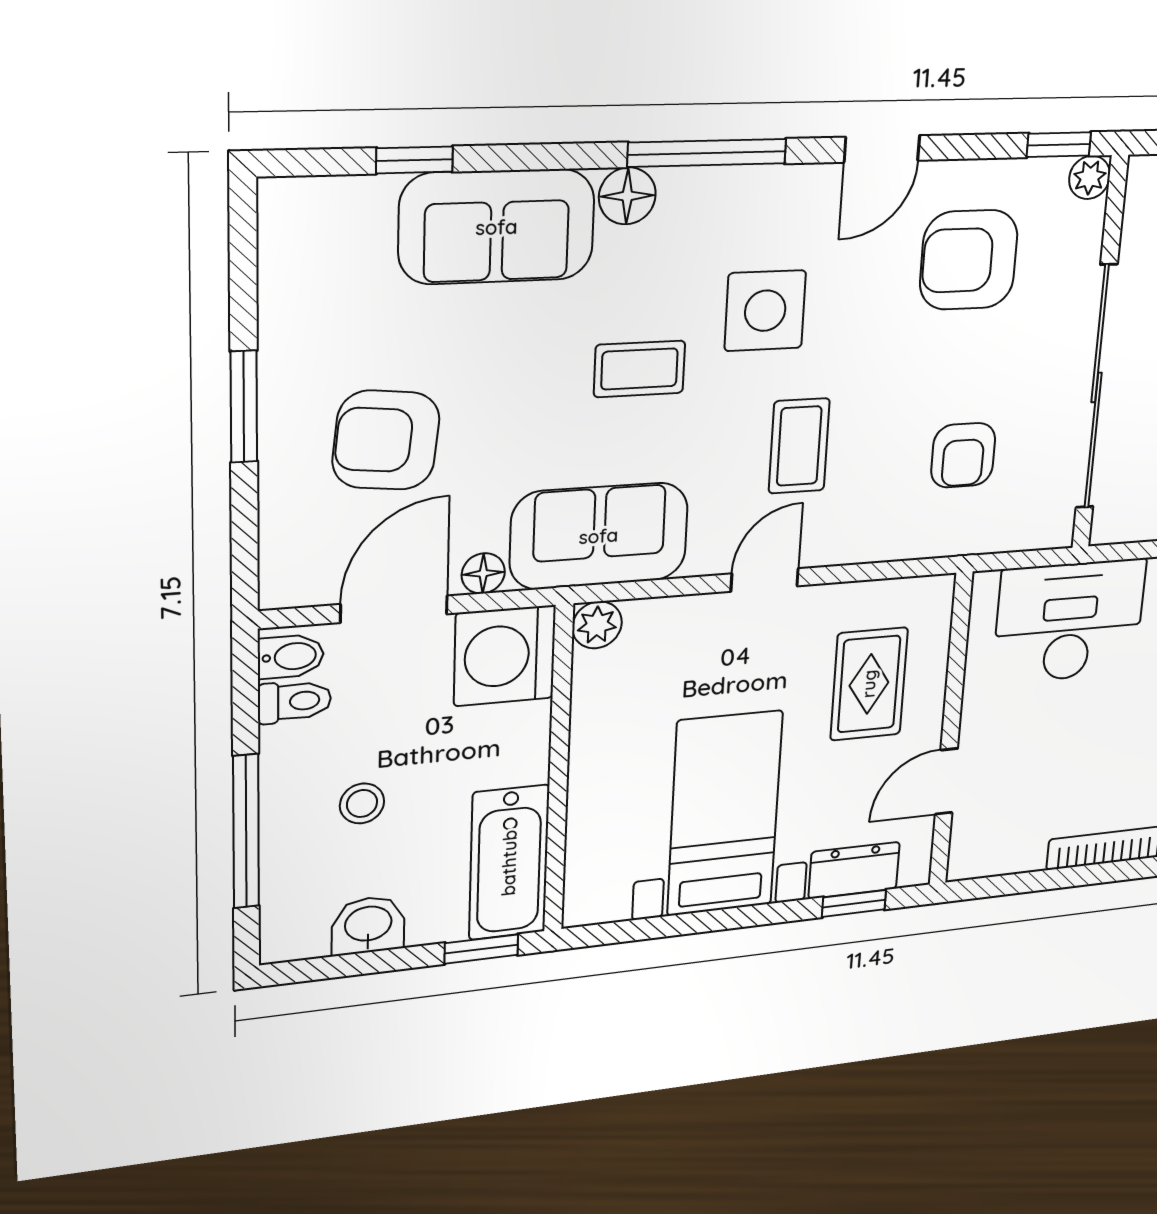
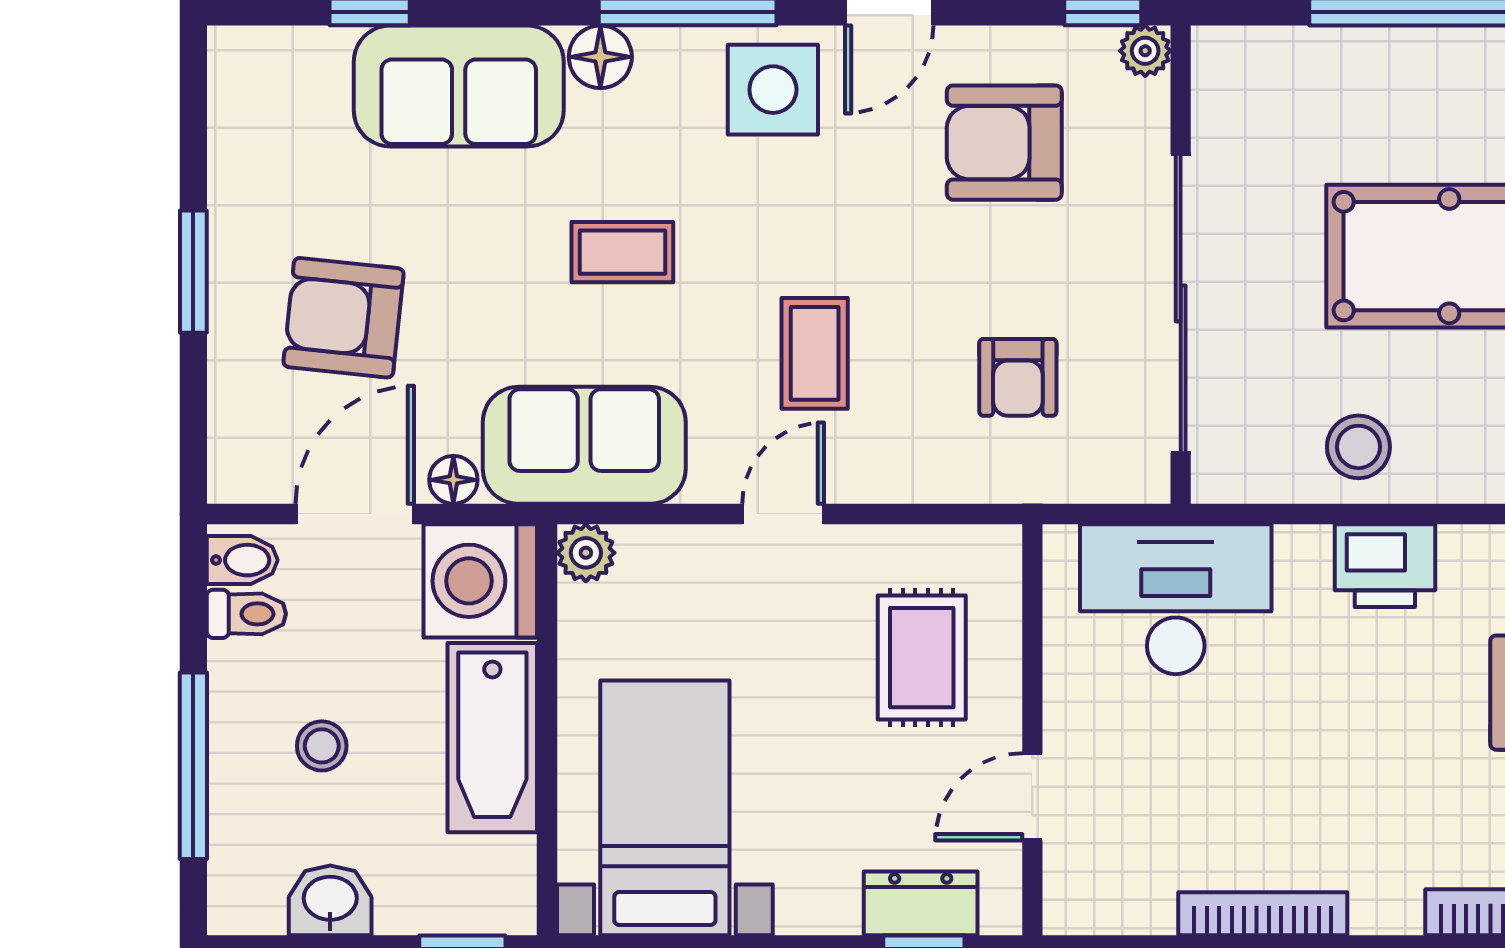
side table: (765, 311) -> (773, 90), moved
bed with nightstands: (725, 814) -> (665, 808), moved
bathtub: (509, 863) -> (492, 738), moved

